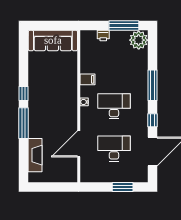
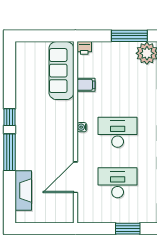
printer: (103, 36) -> (84, 48), moved
sofa: (53, 40) -> (61, 71), moved, turned 90
filing cabinet: (87, 79) -> (86, 85), moved

